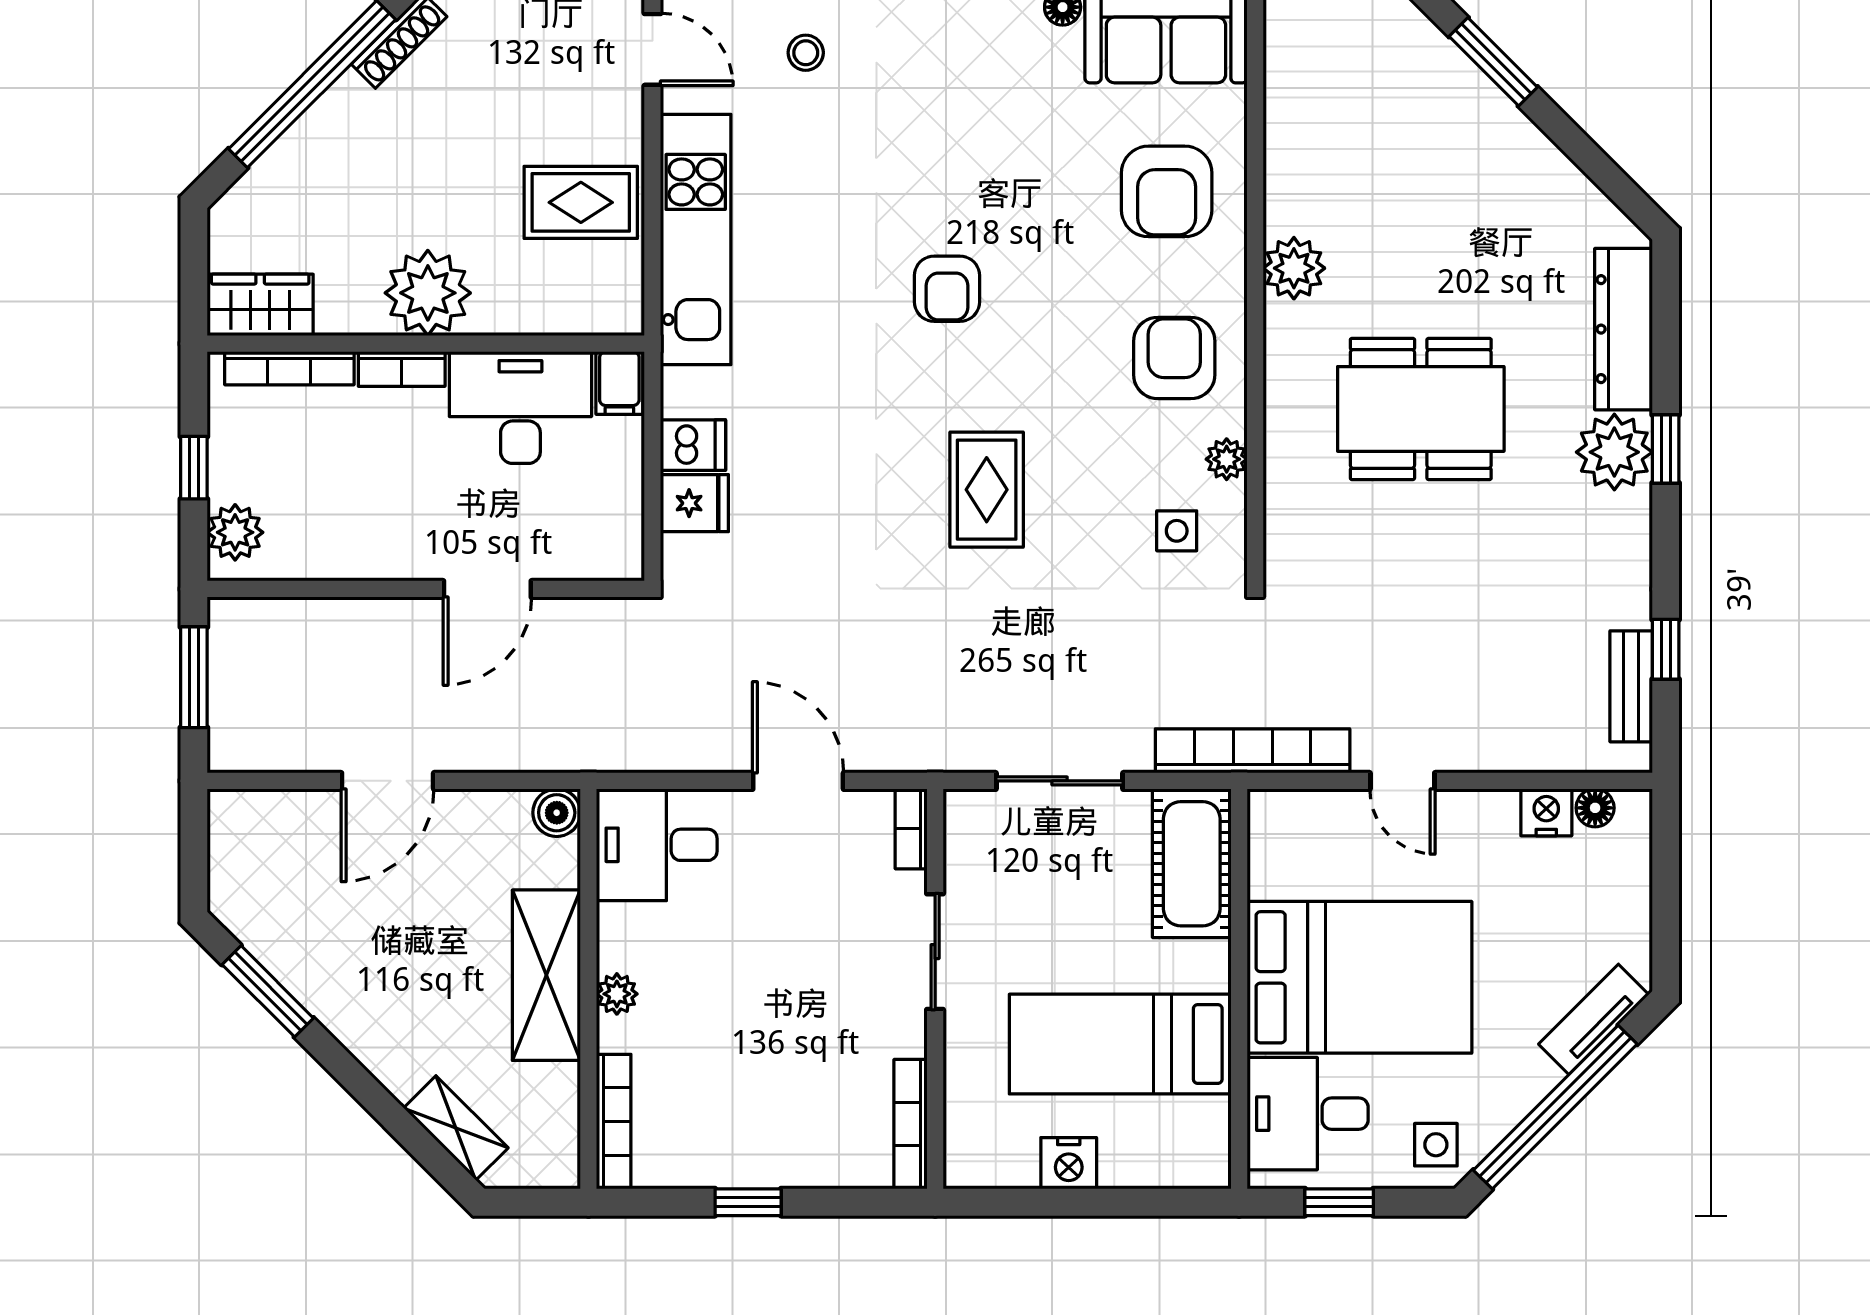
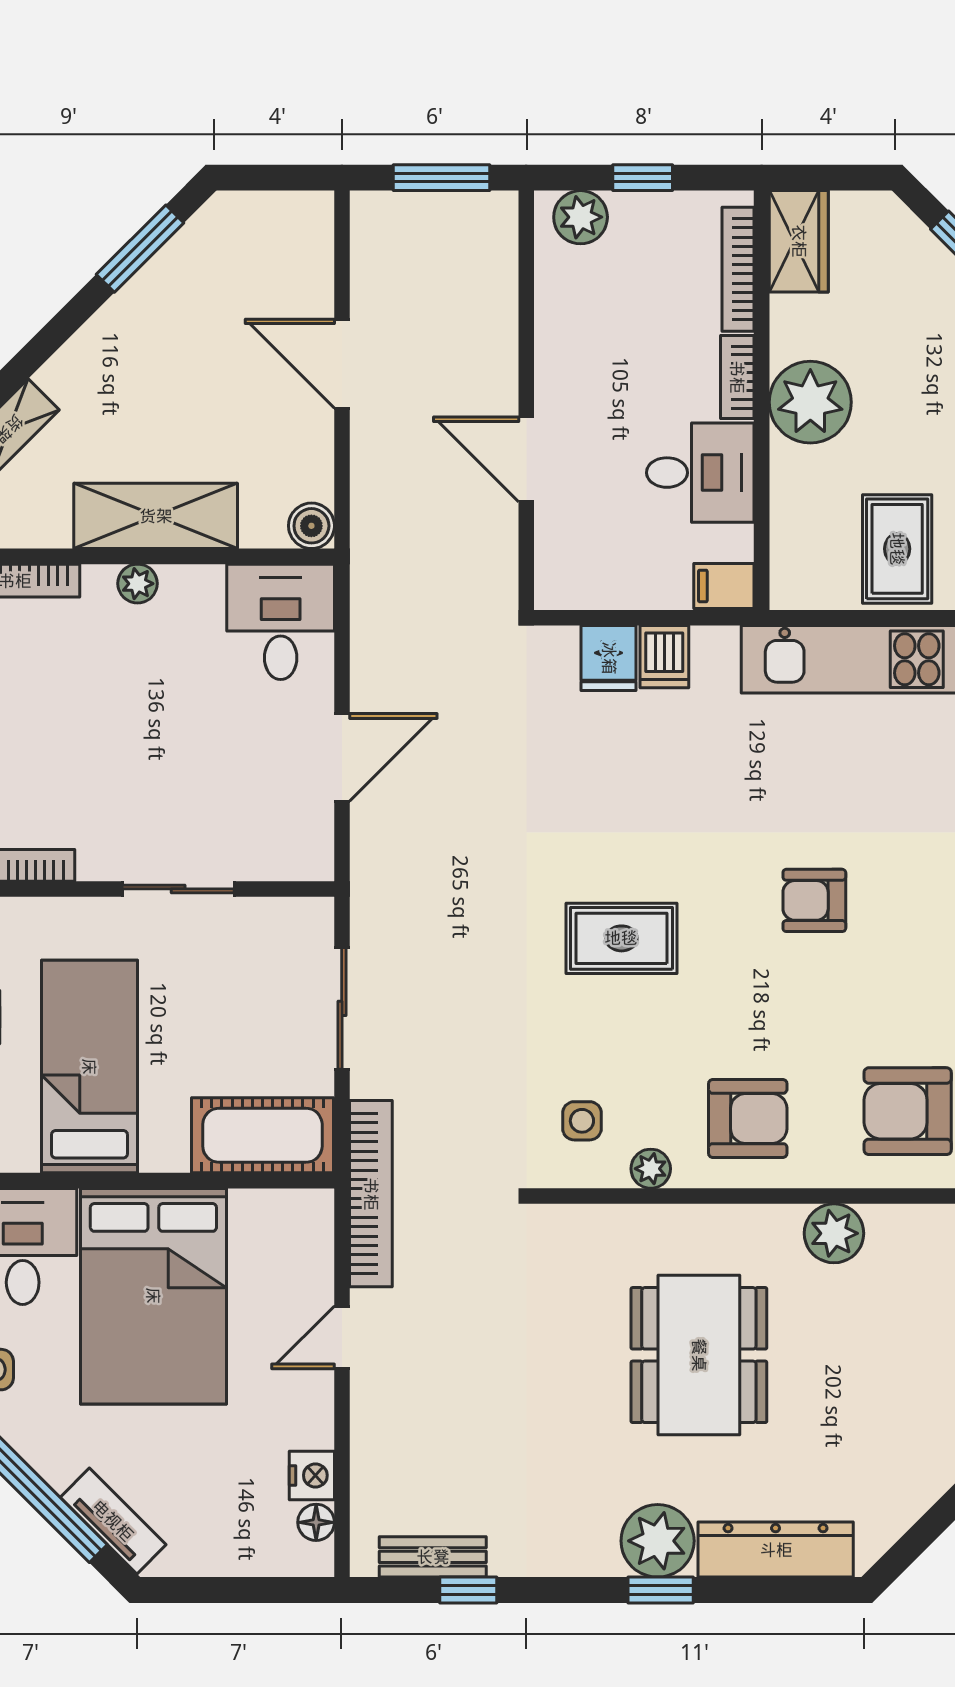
desk: (520, 408) -> (700, 473), width x0.73
bookcase: (911, 829) -> (296, 866), removed

